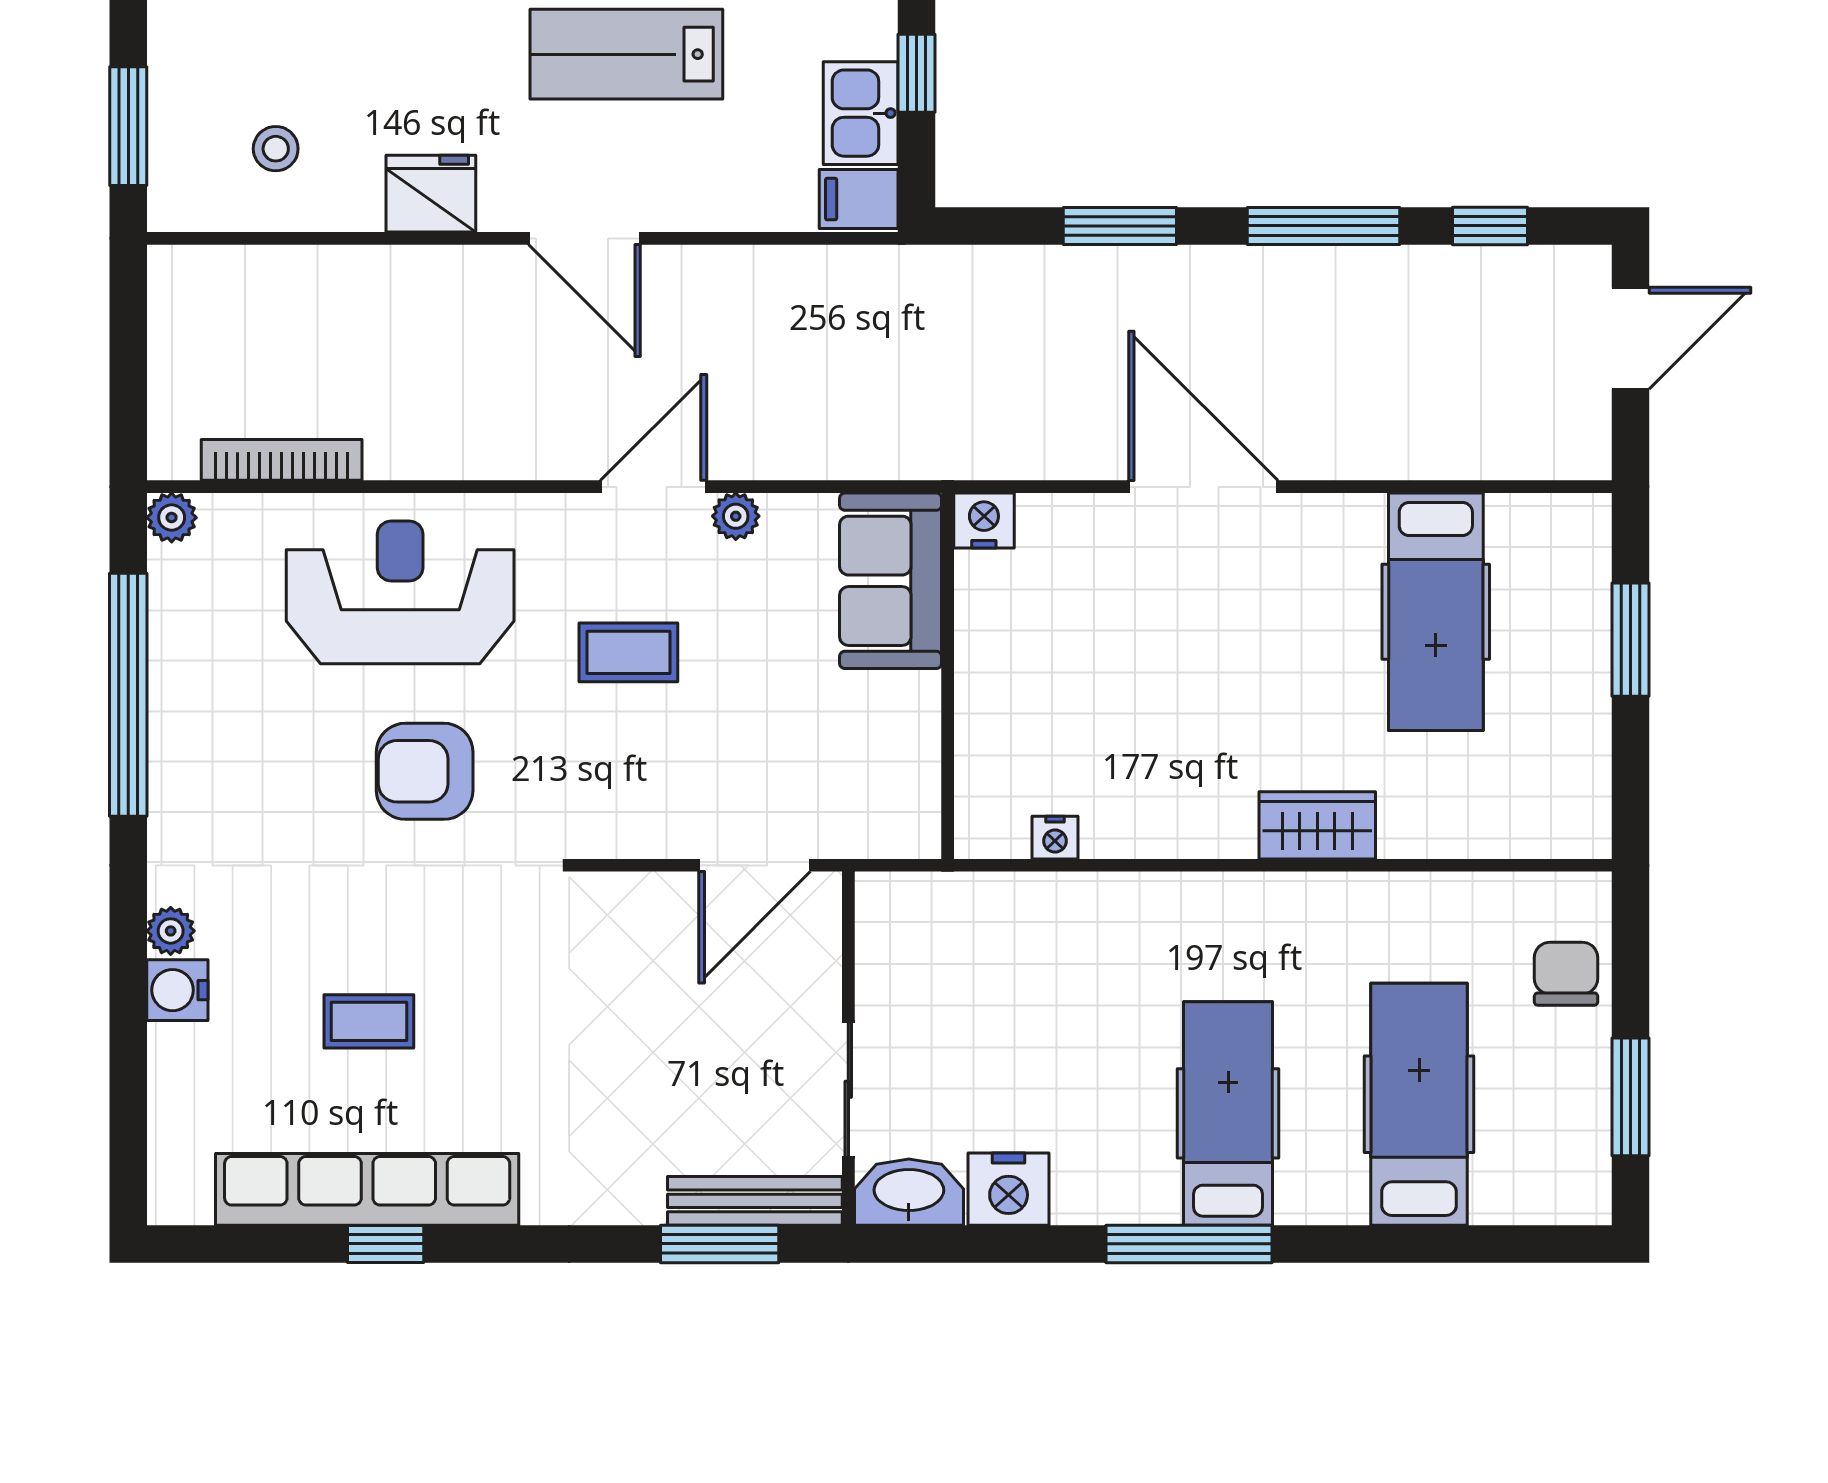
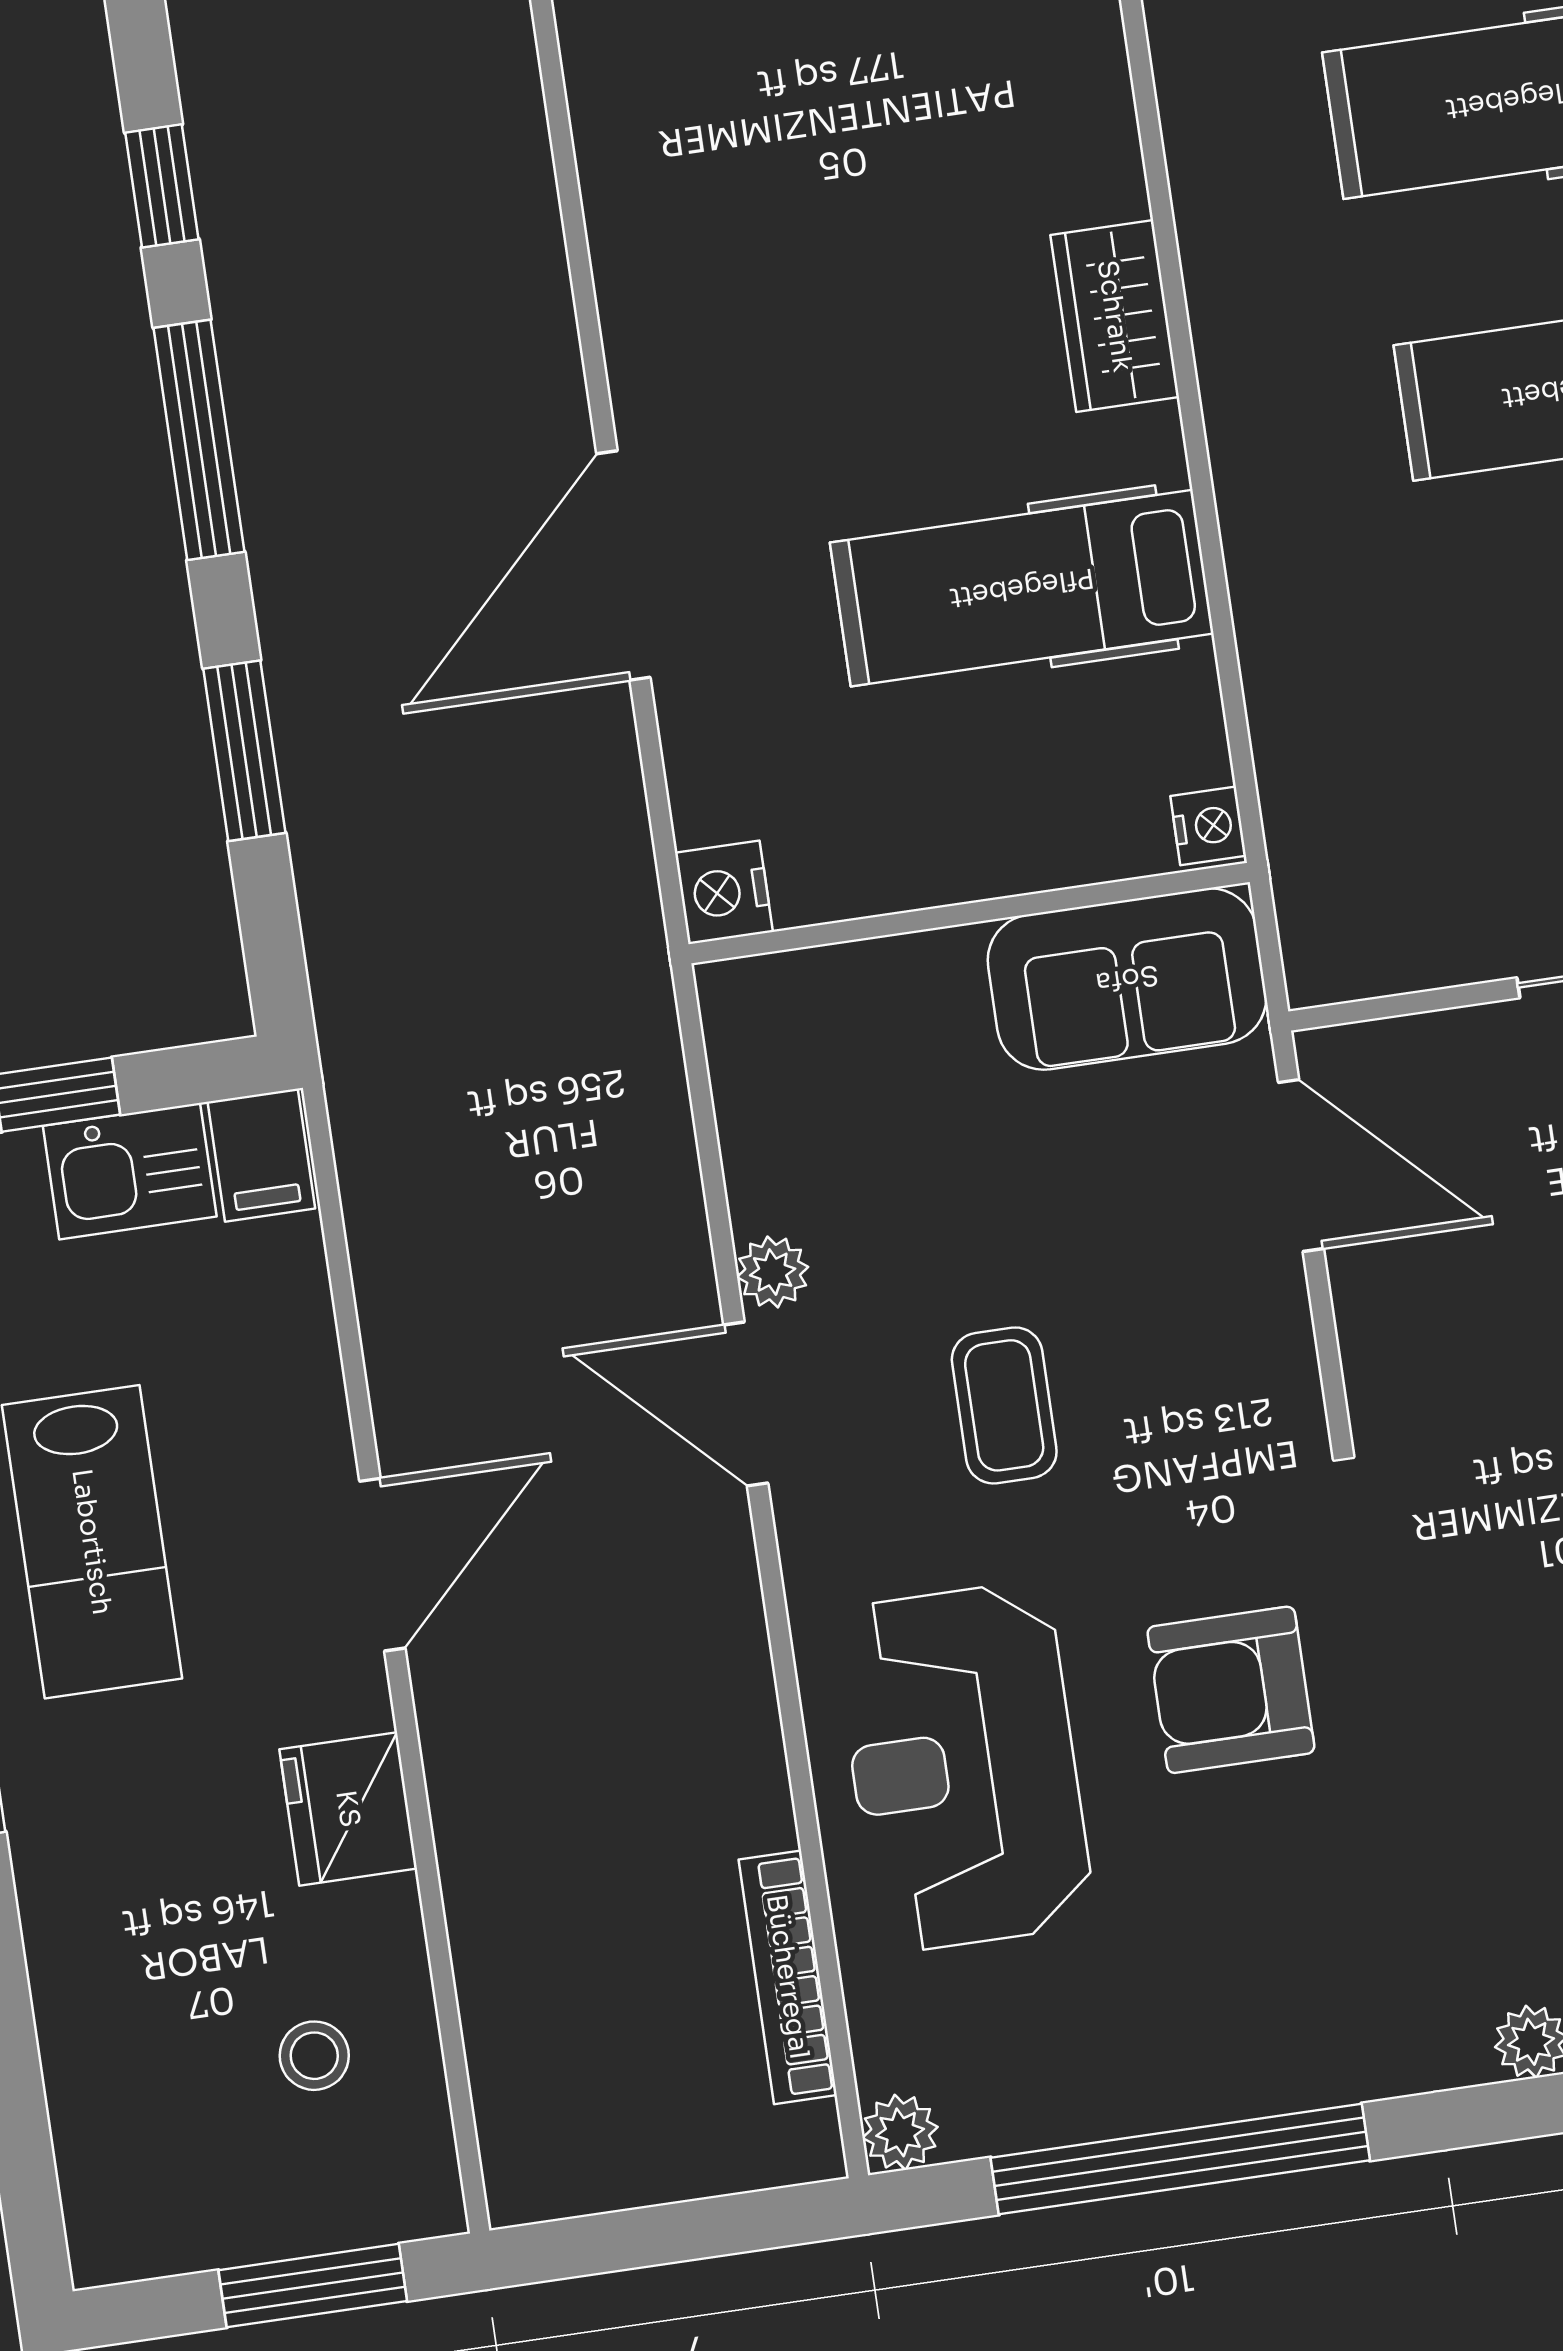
sofa: (891, 581) -> (1127, 979), moved
hospital bed: (1436, 612) -> (1022, 588), moved, turned 180
armchair: (425, 771) -> (1231, 1690), turned 90
nightstand: (1055, 838) -> (1208, 826), moved

